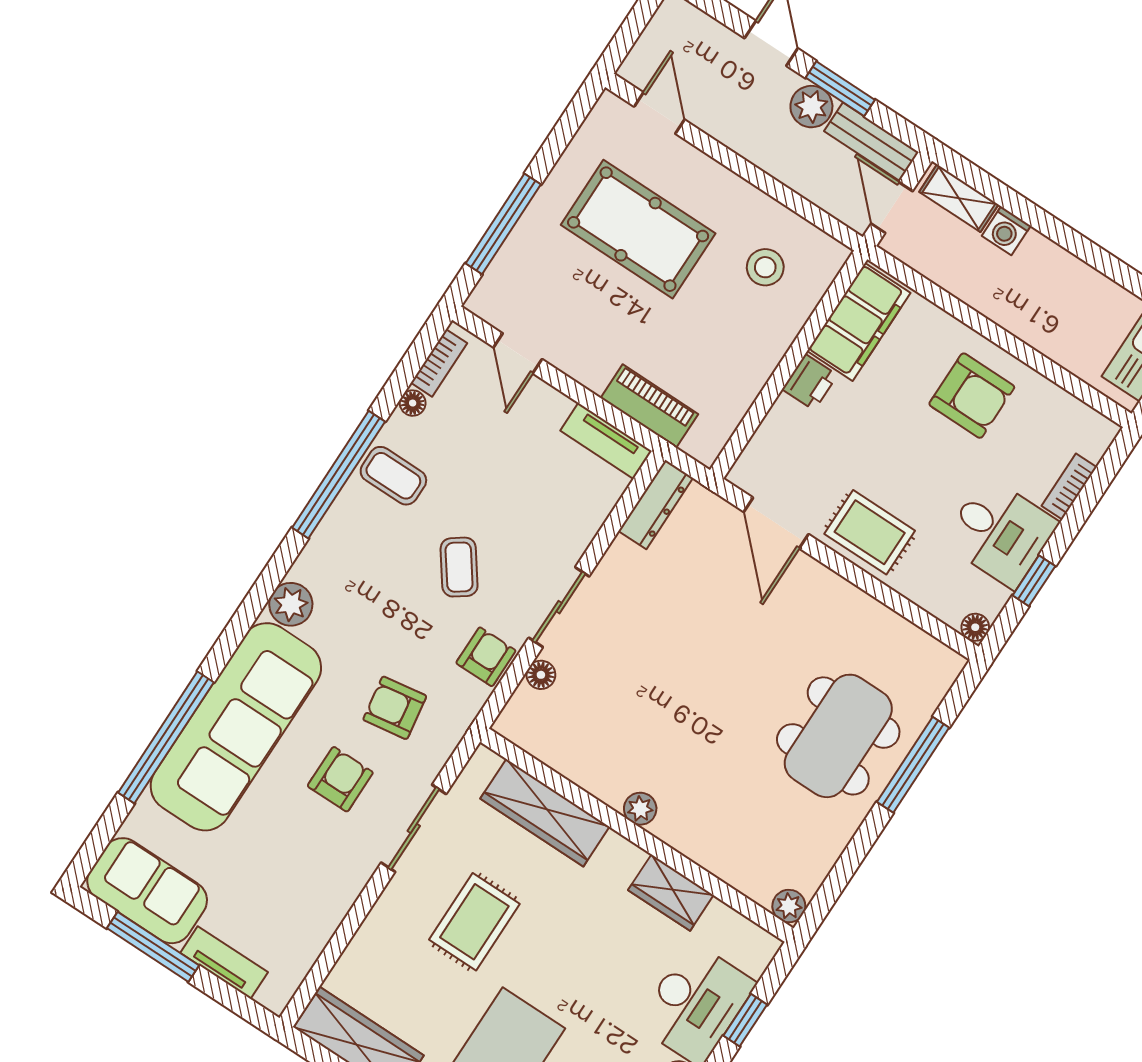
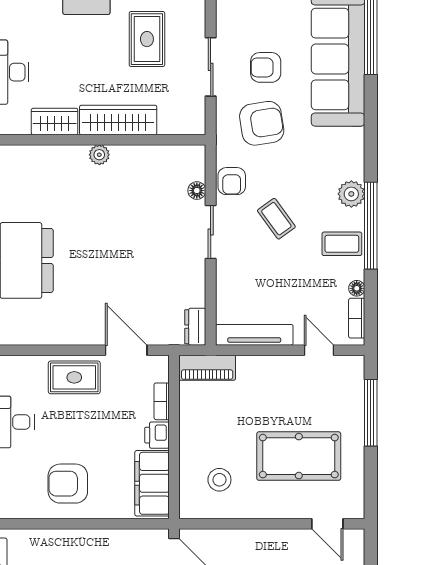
piano: (649, 406) -> (207, 368), moved
bookcase: (774, 423) -> (162, 401), added
tv unit: (606, 441) -> (254, 335), width x1.41
dresser: (656, 505) -> (195, 327), width x0.70
plant: (291, 604) -> (351, 194), moved
armchair: (395, 708) -> (262, 123), width x1.38, depth x1.38
armchair: (340, 779) -> (266, 67), turned 90
wardrobe: (545, 813) -> (118, 120), moved

